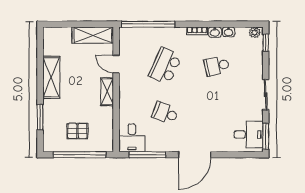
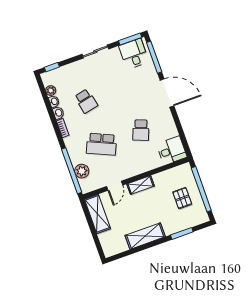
plant: (254, 32) -> (51, 91), moved
plant: (144, 35) -> (82, 171), added
window: (147, 155) -> (154, 57), moved

